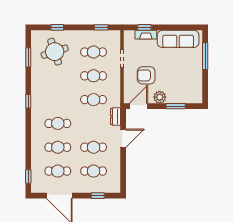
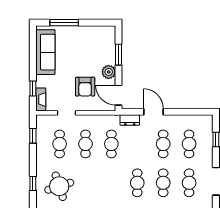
fireplace: (146, 35) -> (41, 100), moved

